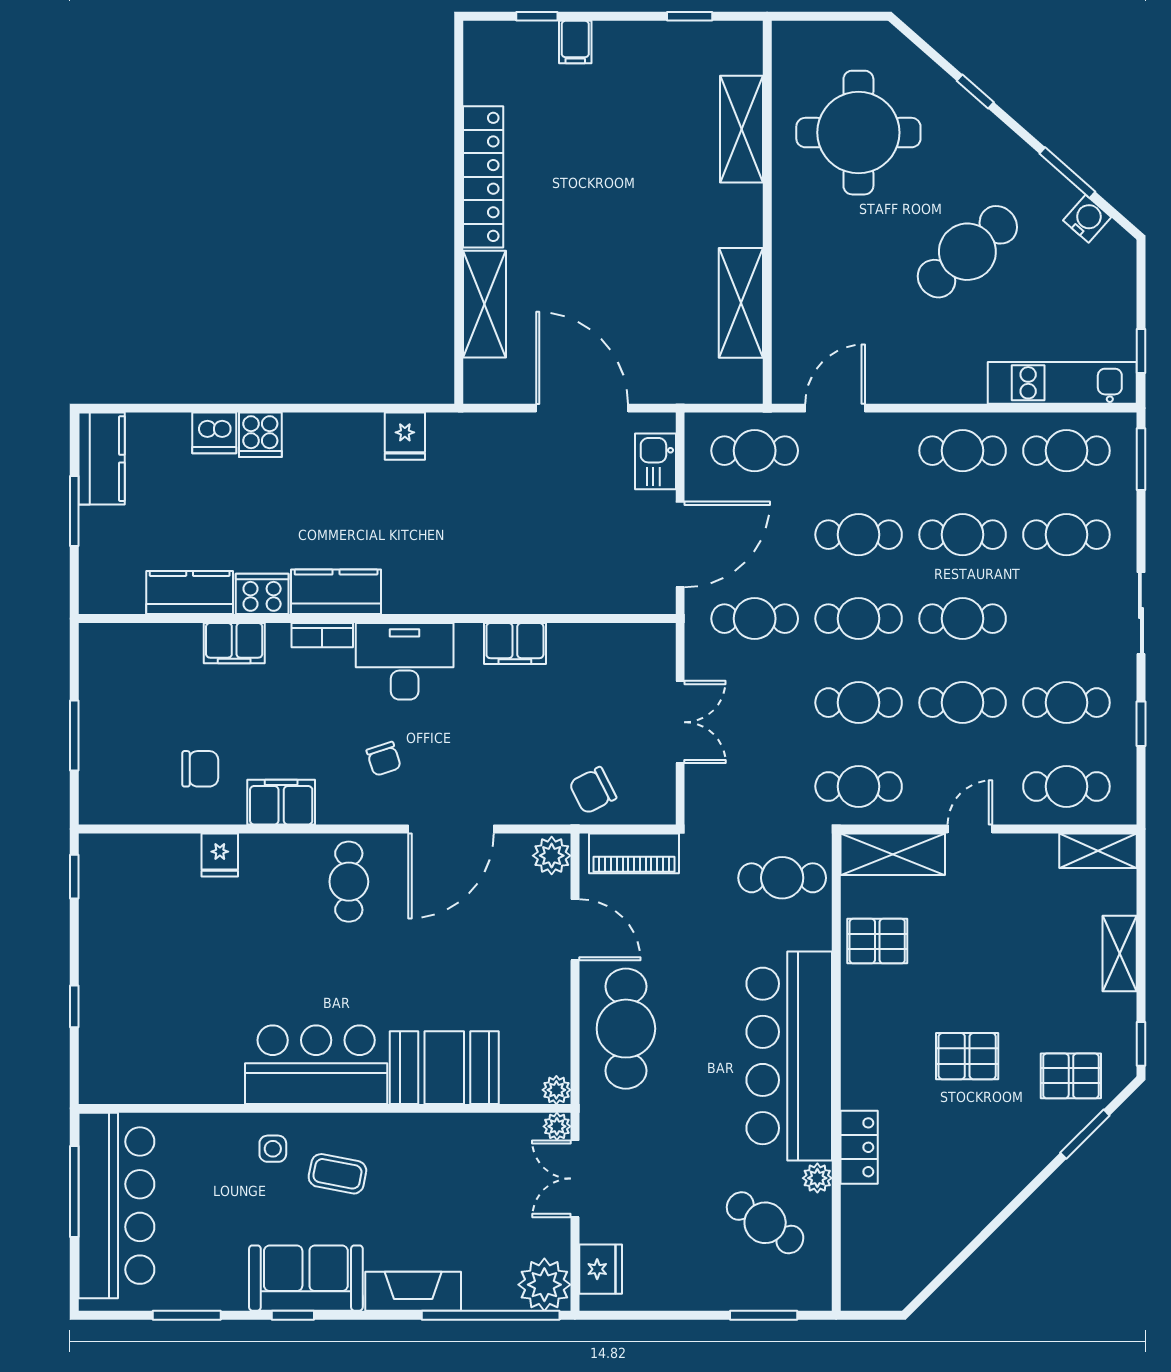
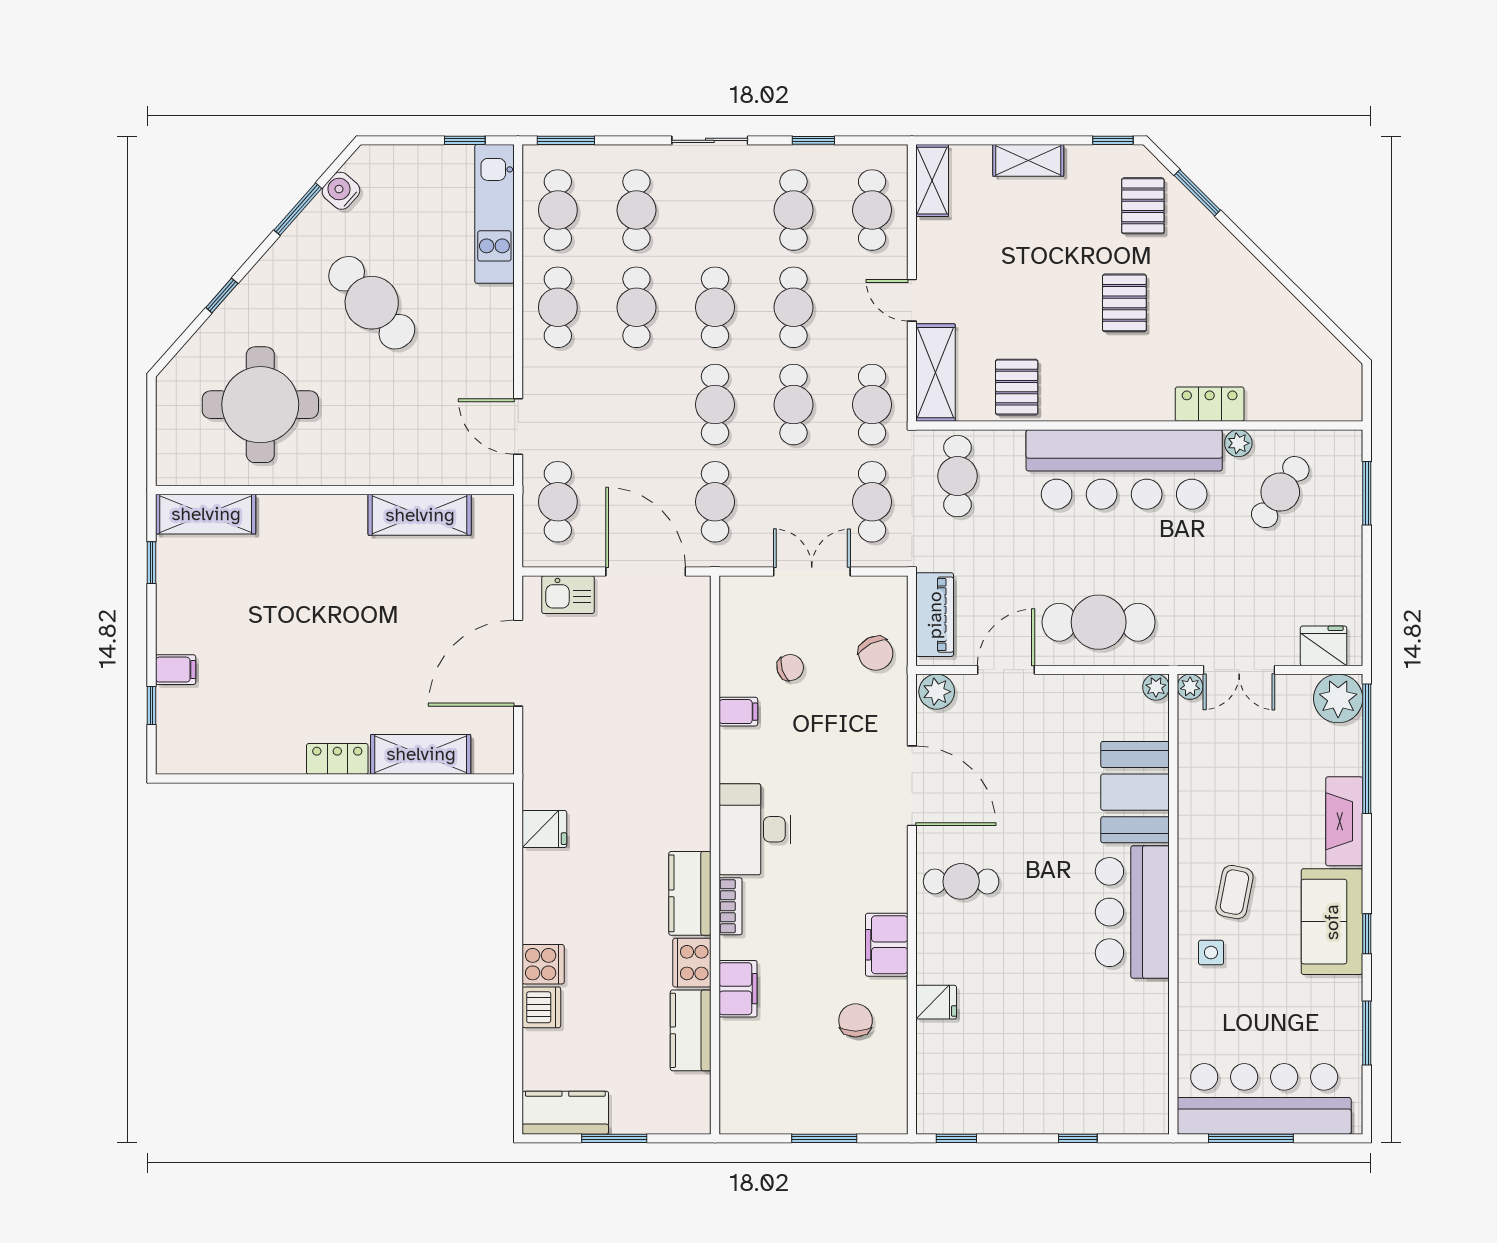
shelving: (741, 129) -> (206, 514), moved
locker: (483, 177) -> (337, 759), width x0.46, depth x0.83
cafe table: (859, 535) -> (872, 502), moved
filing cabinet: (515, 643) -> (738, 712), width x0.50
chair: (384, 759) -> (790, 667), moved

